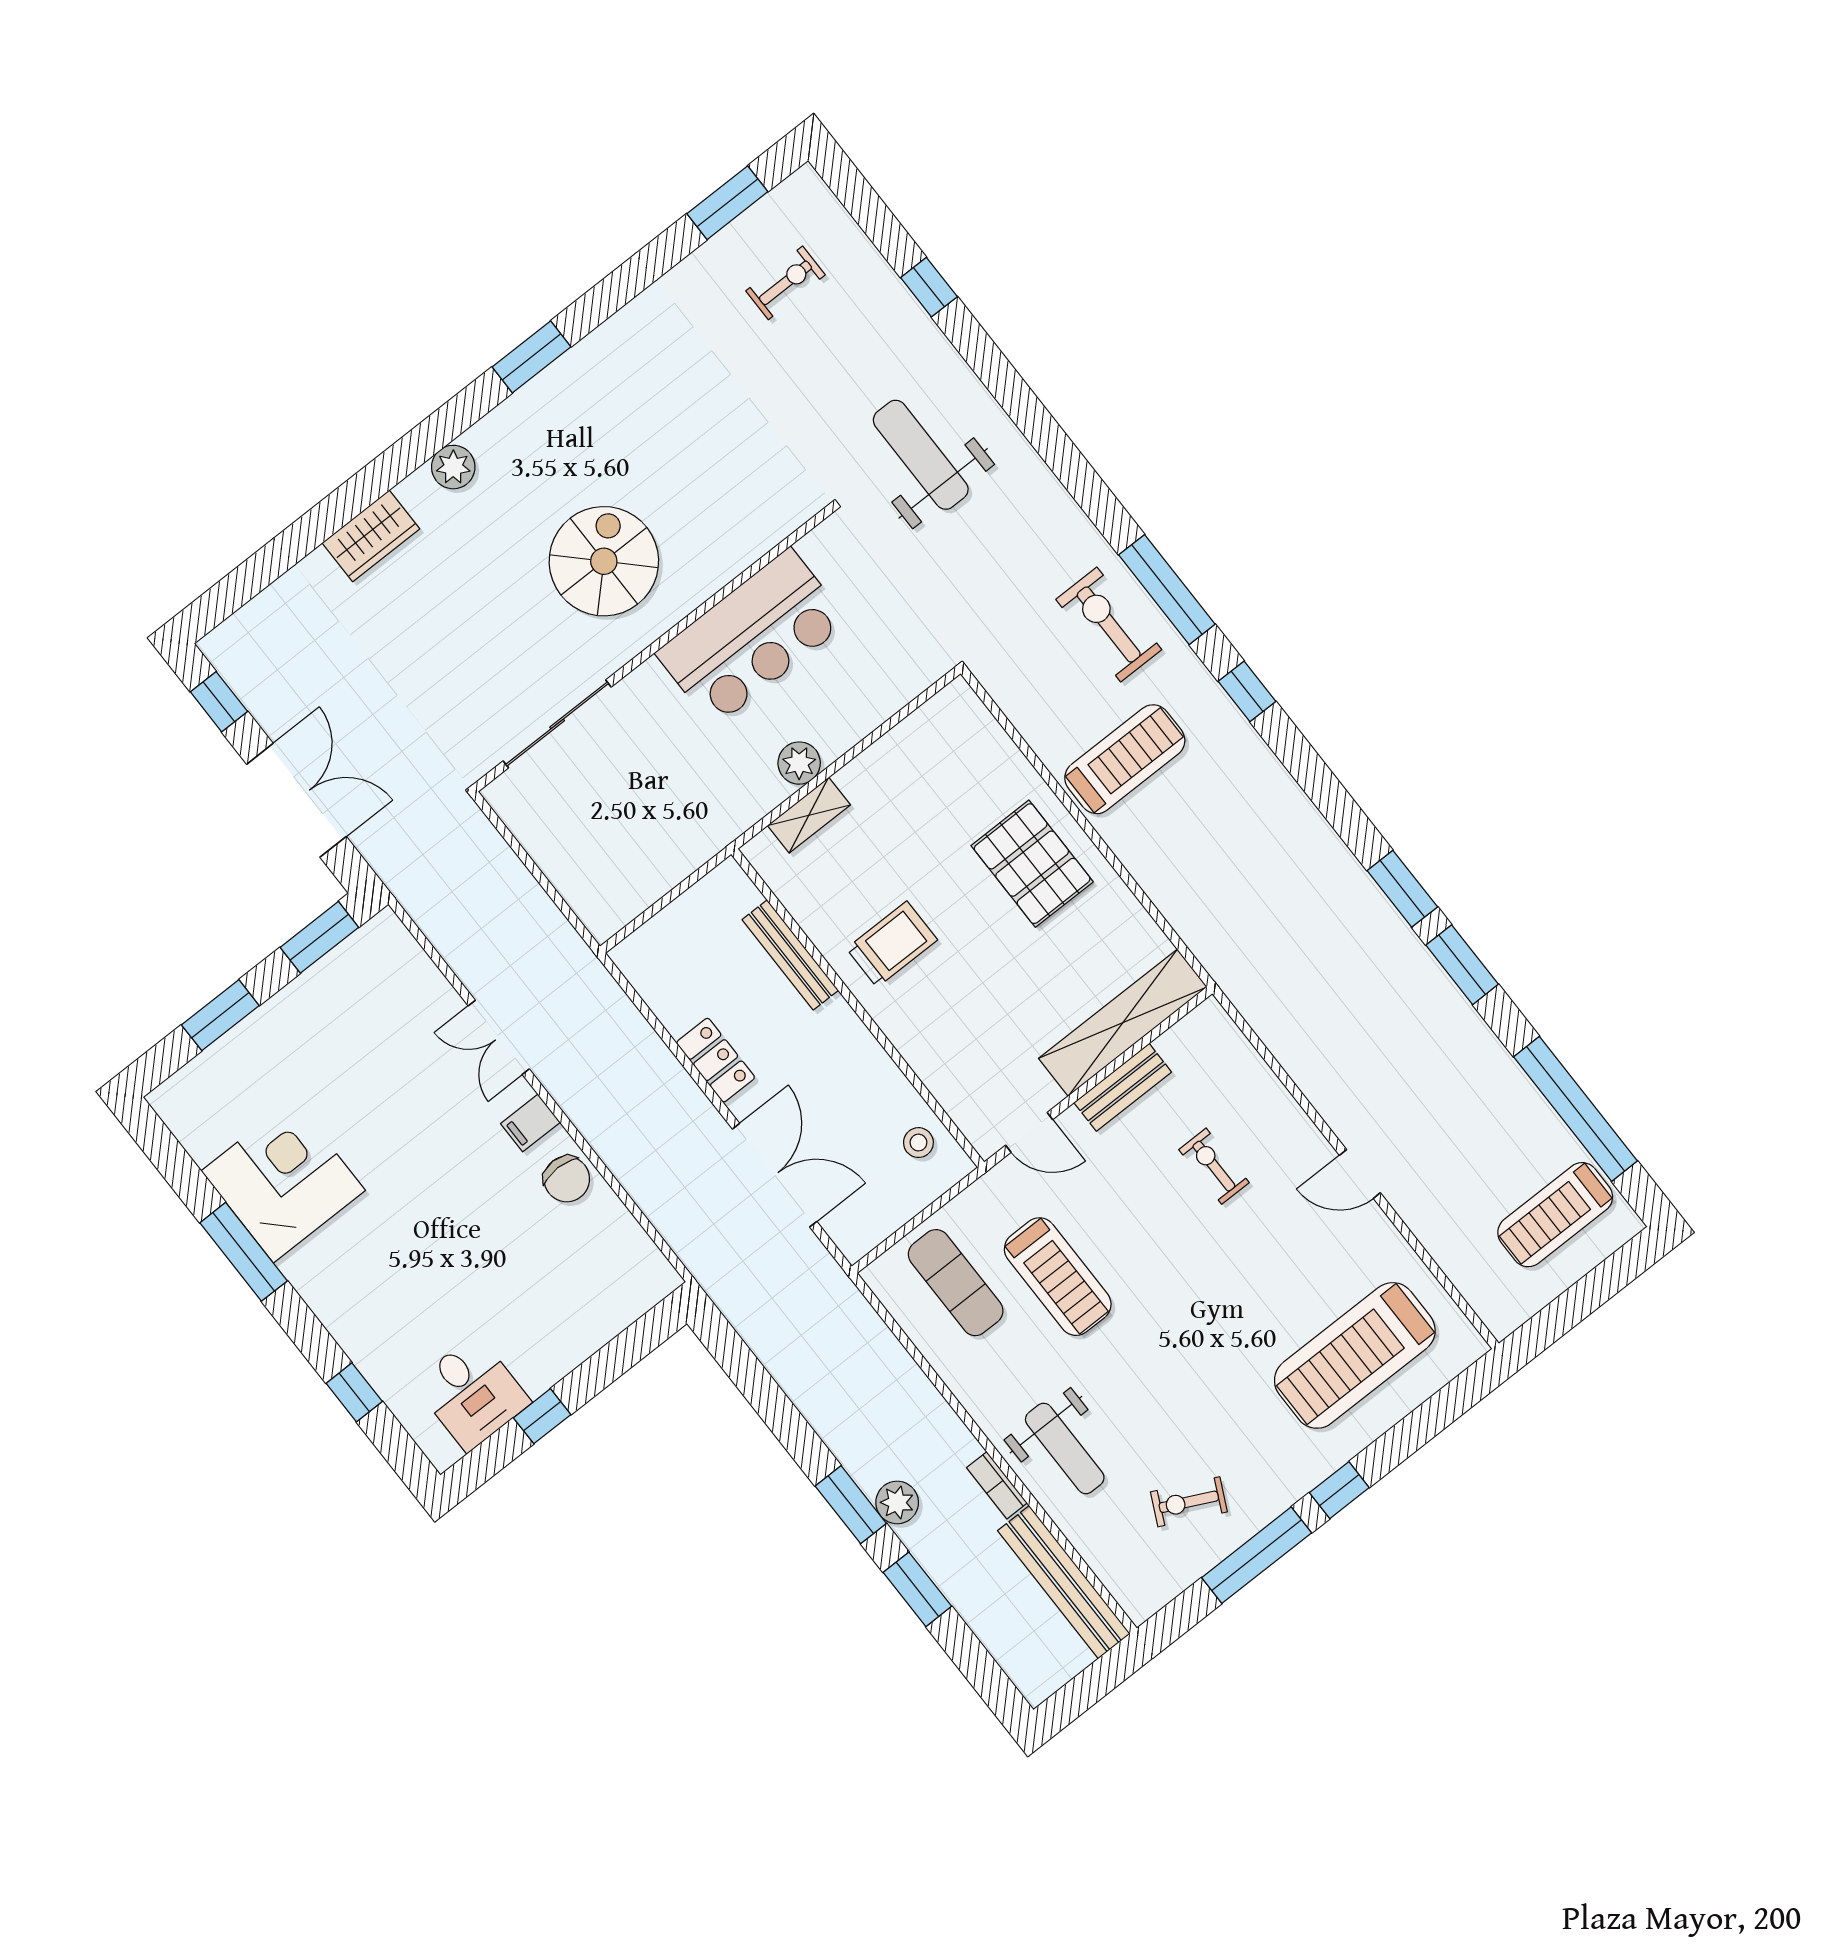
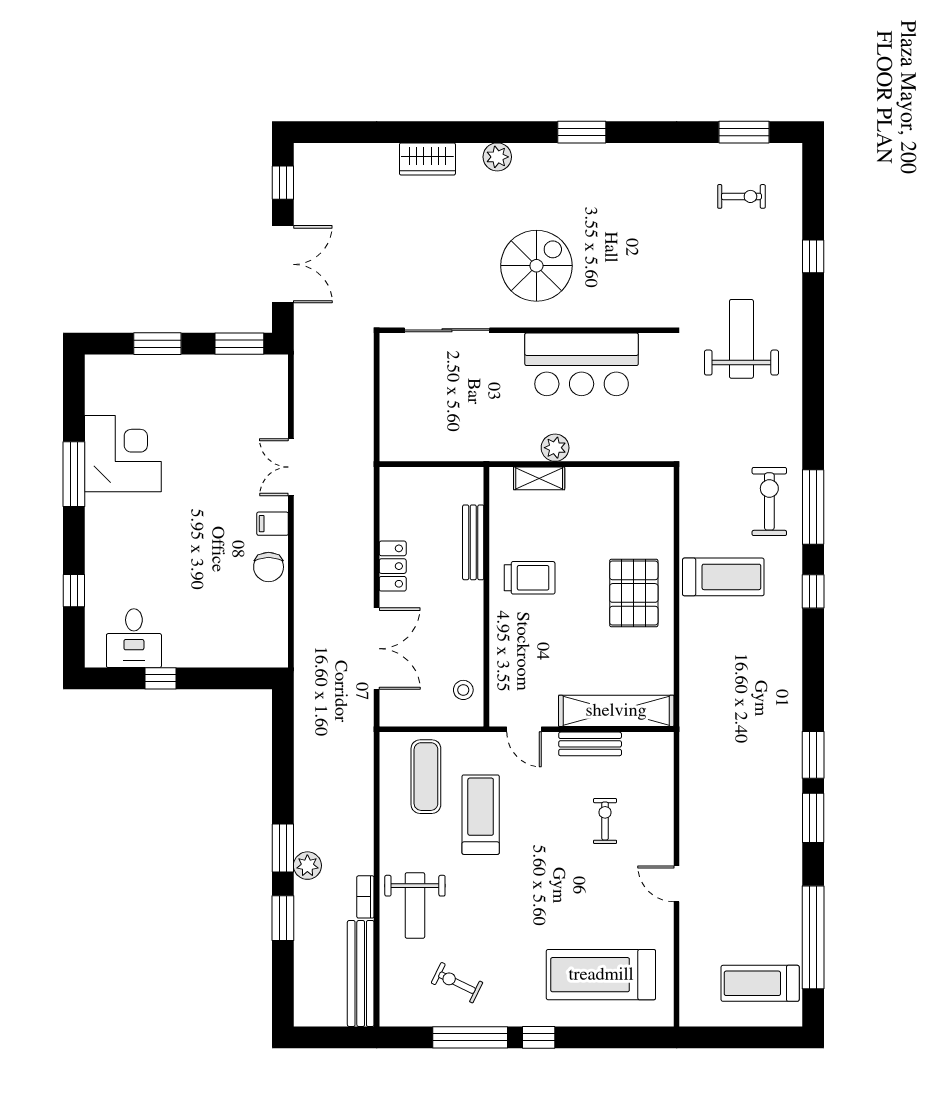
treadmill: (1058, 1277) -> (481, 815), turned 180

